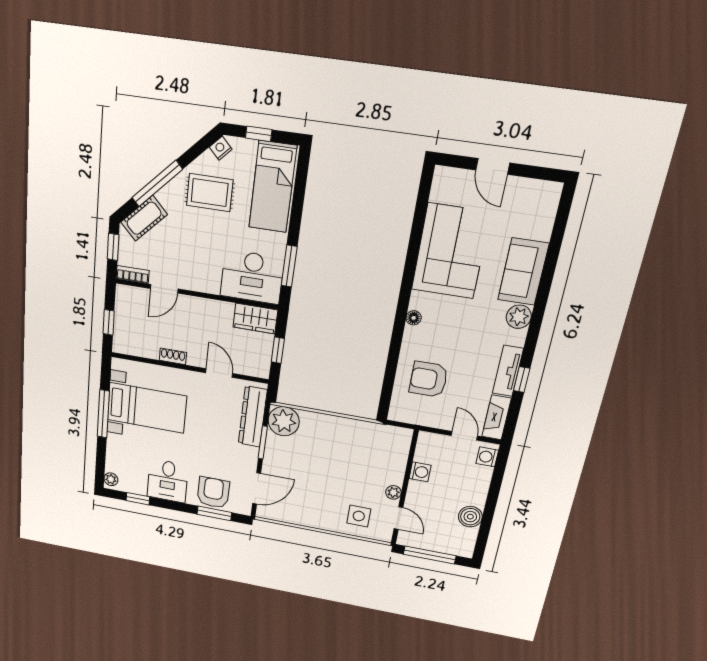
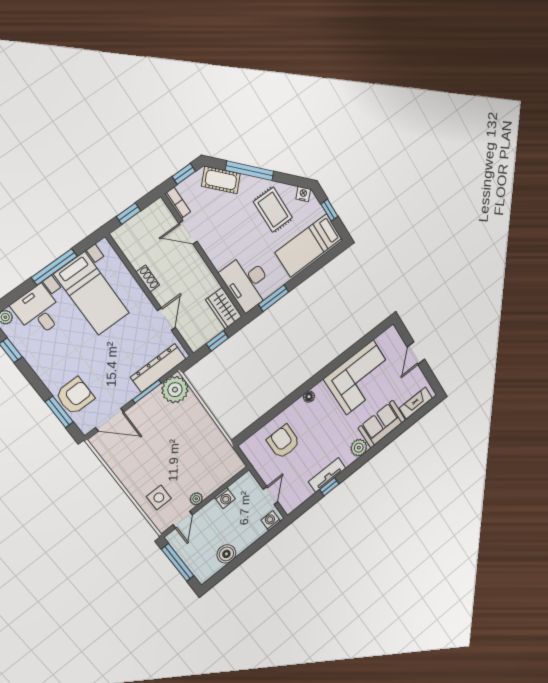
fireplace: (497, 417) -> (416, 403), moved
desk: (168, 481) -> (38, 311), moved, turned 90

